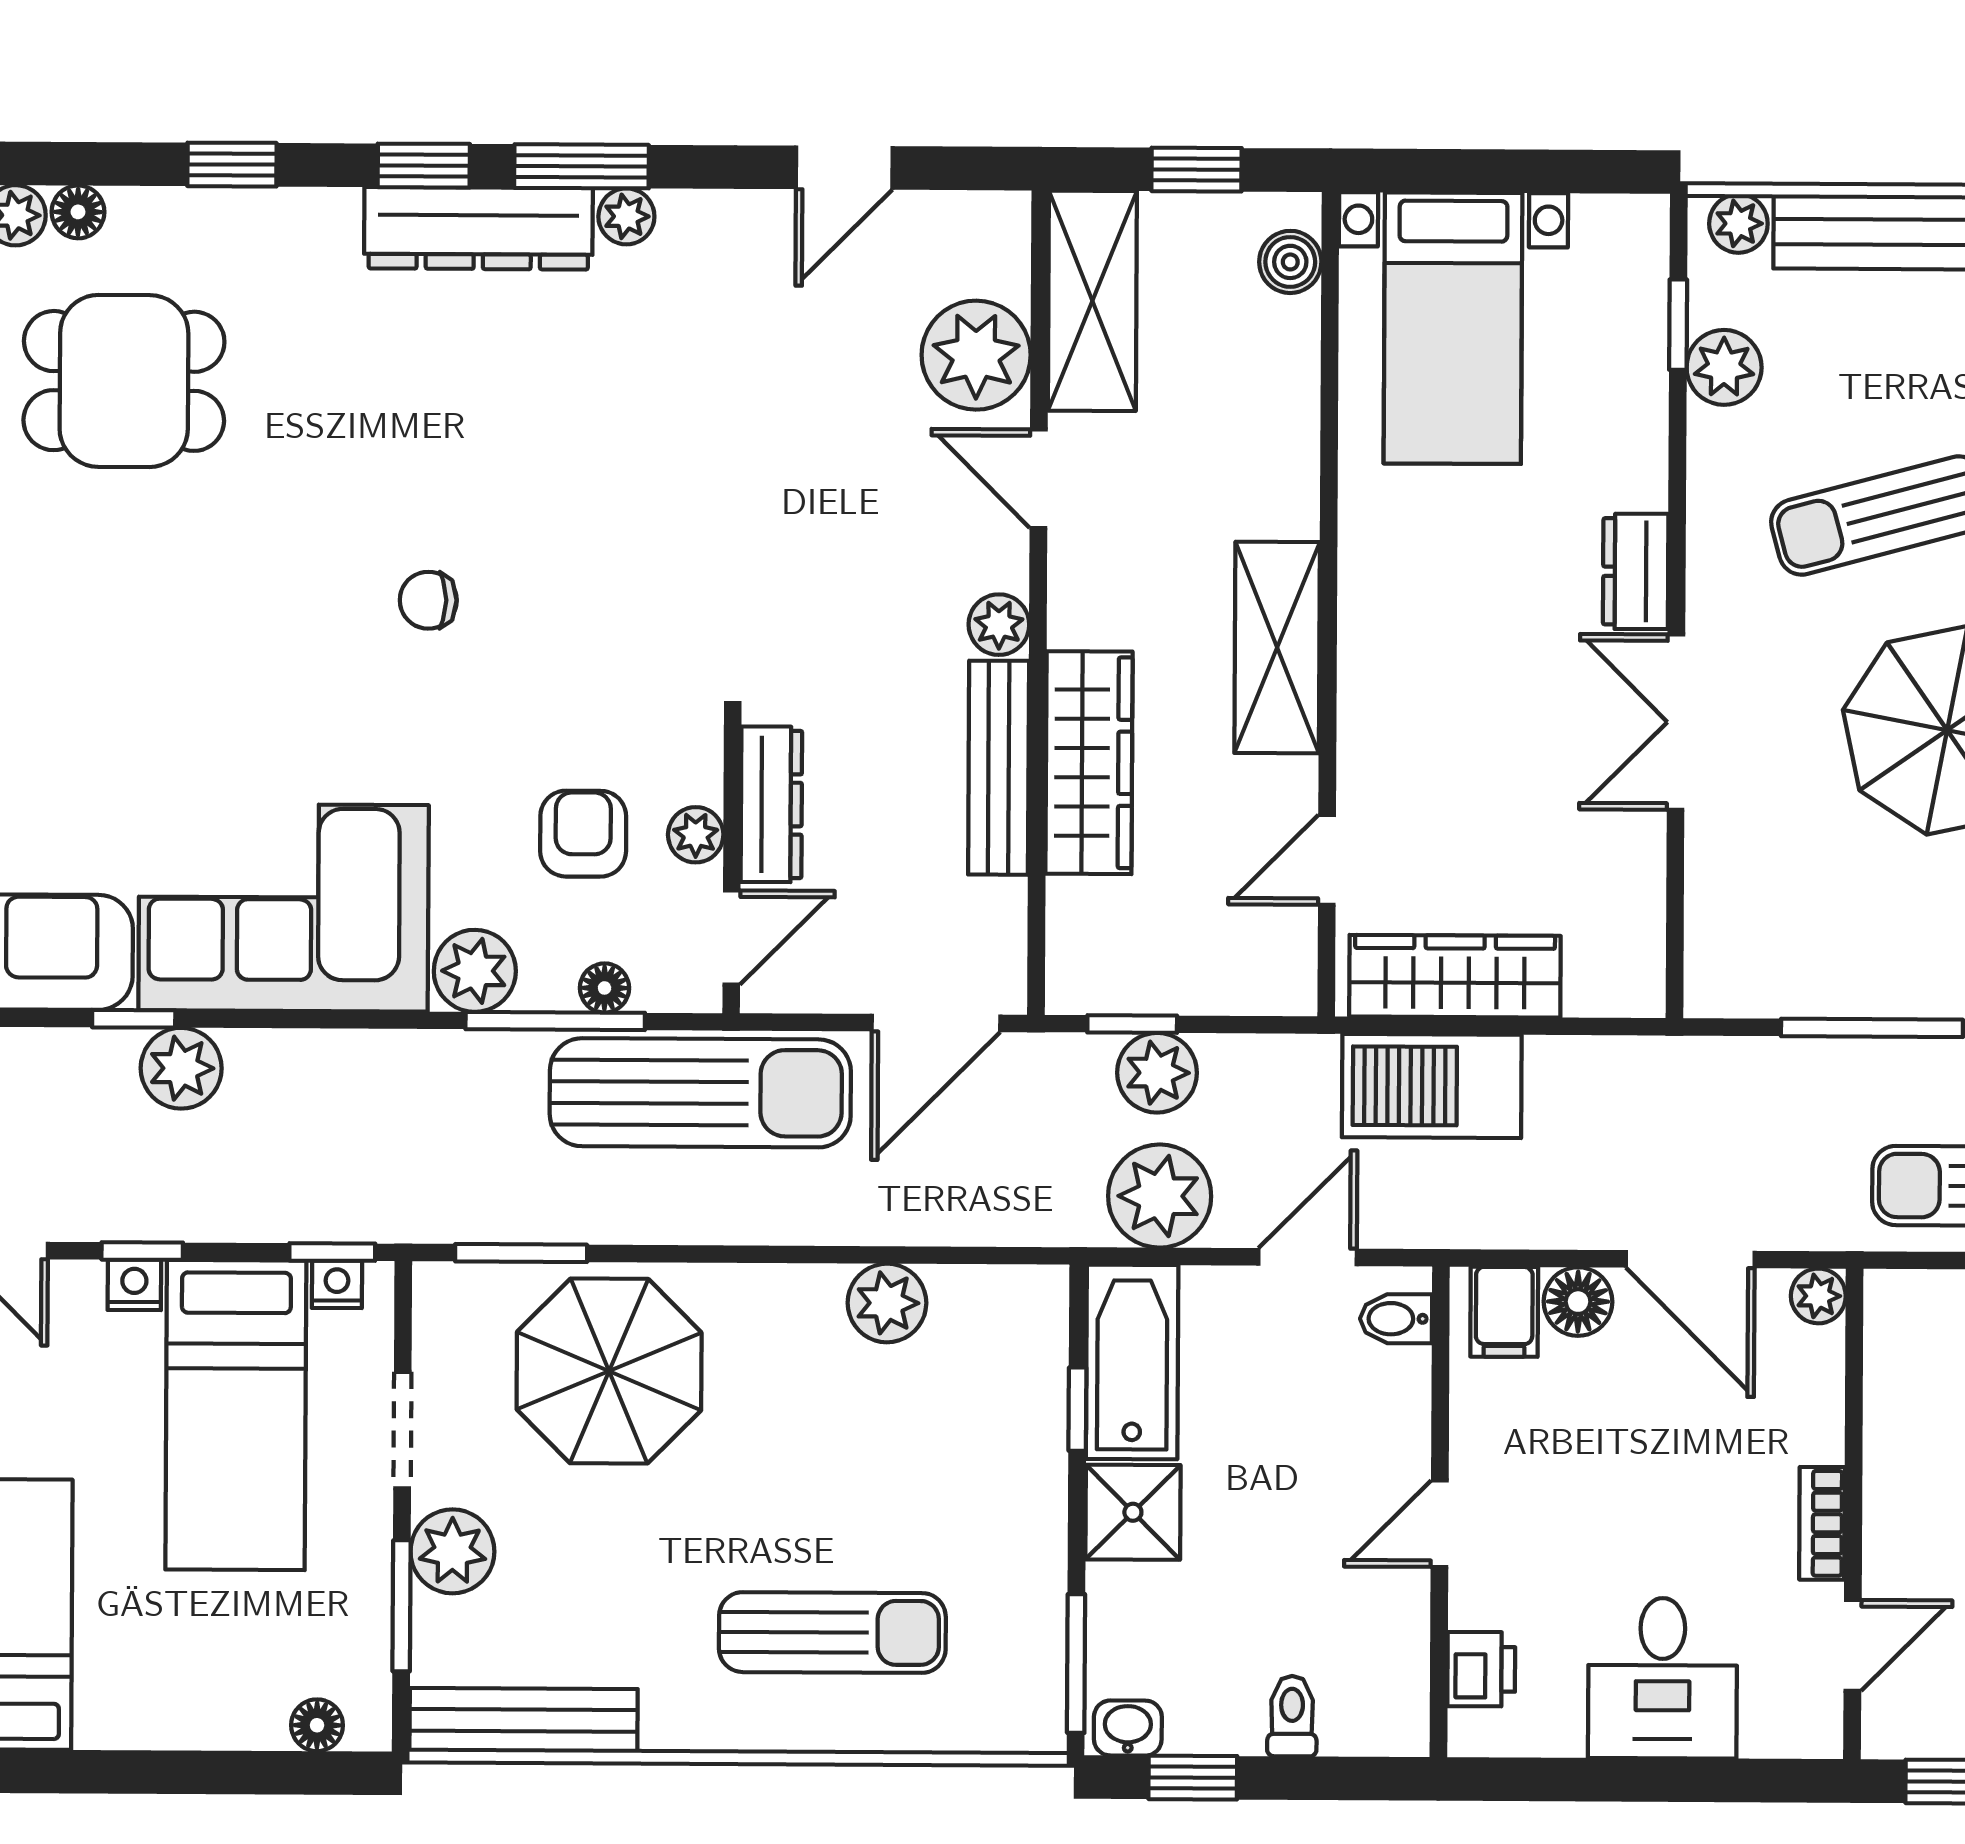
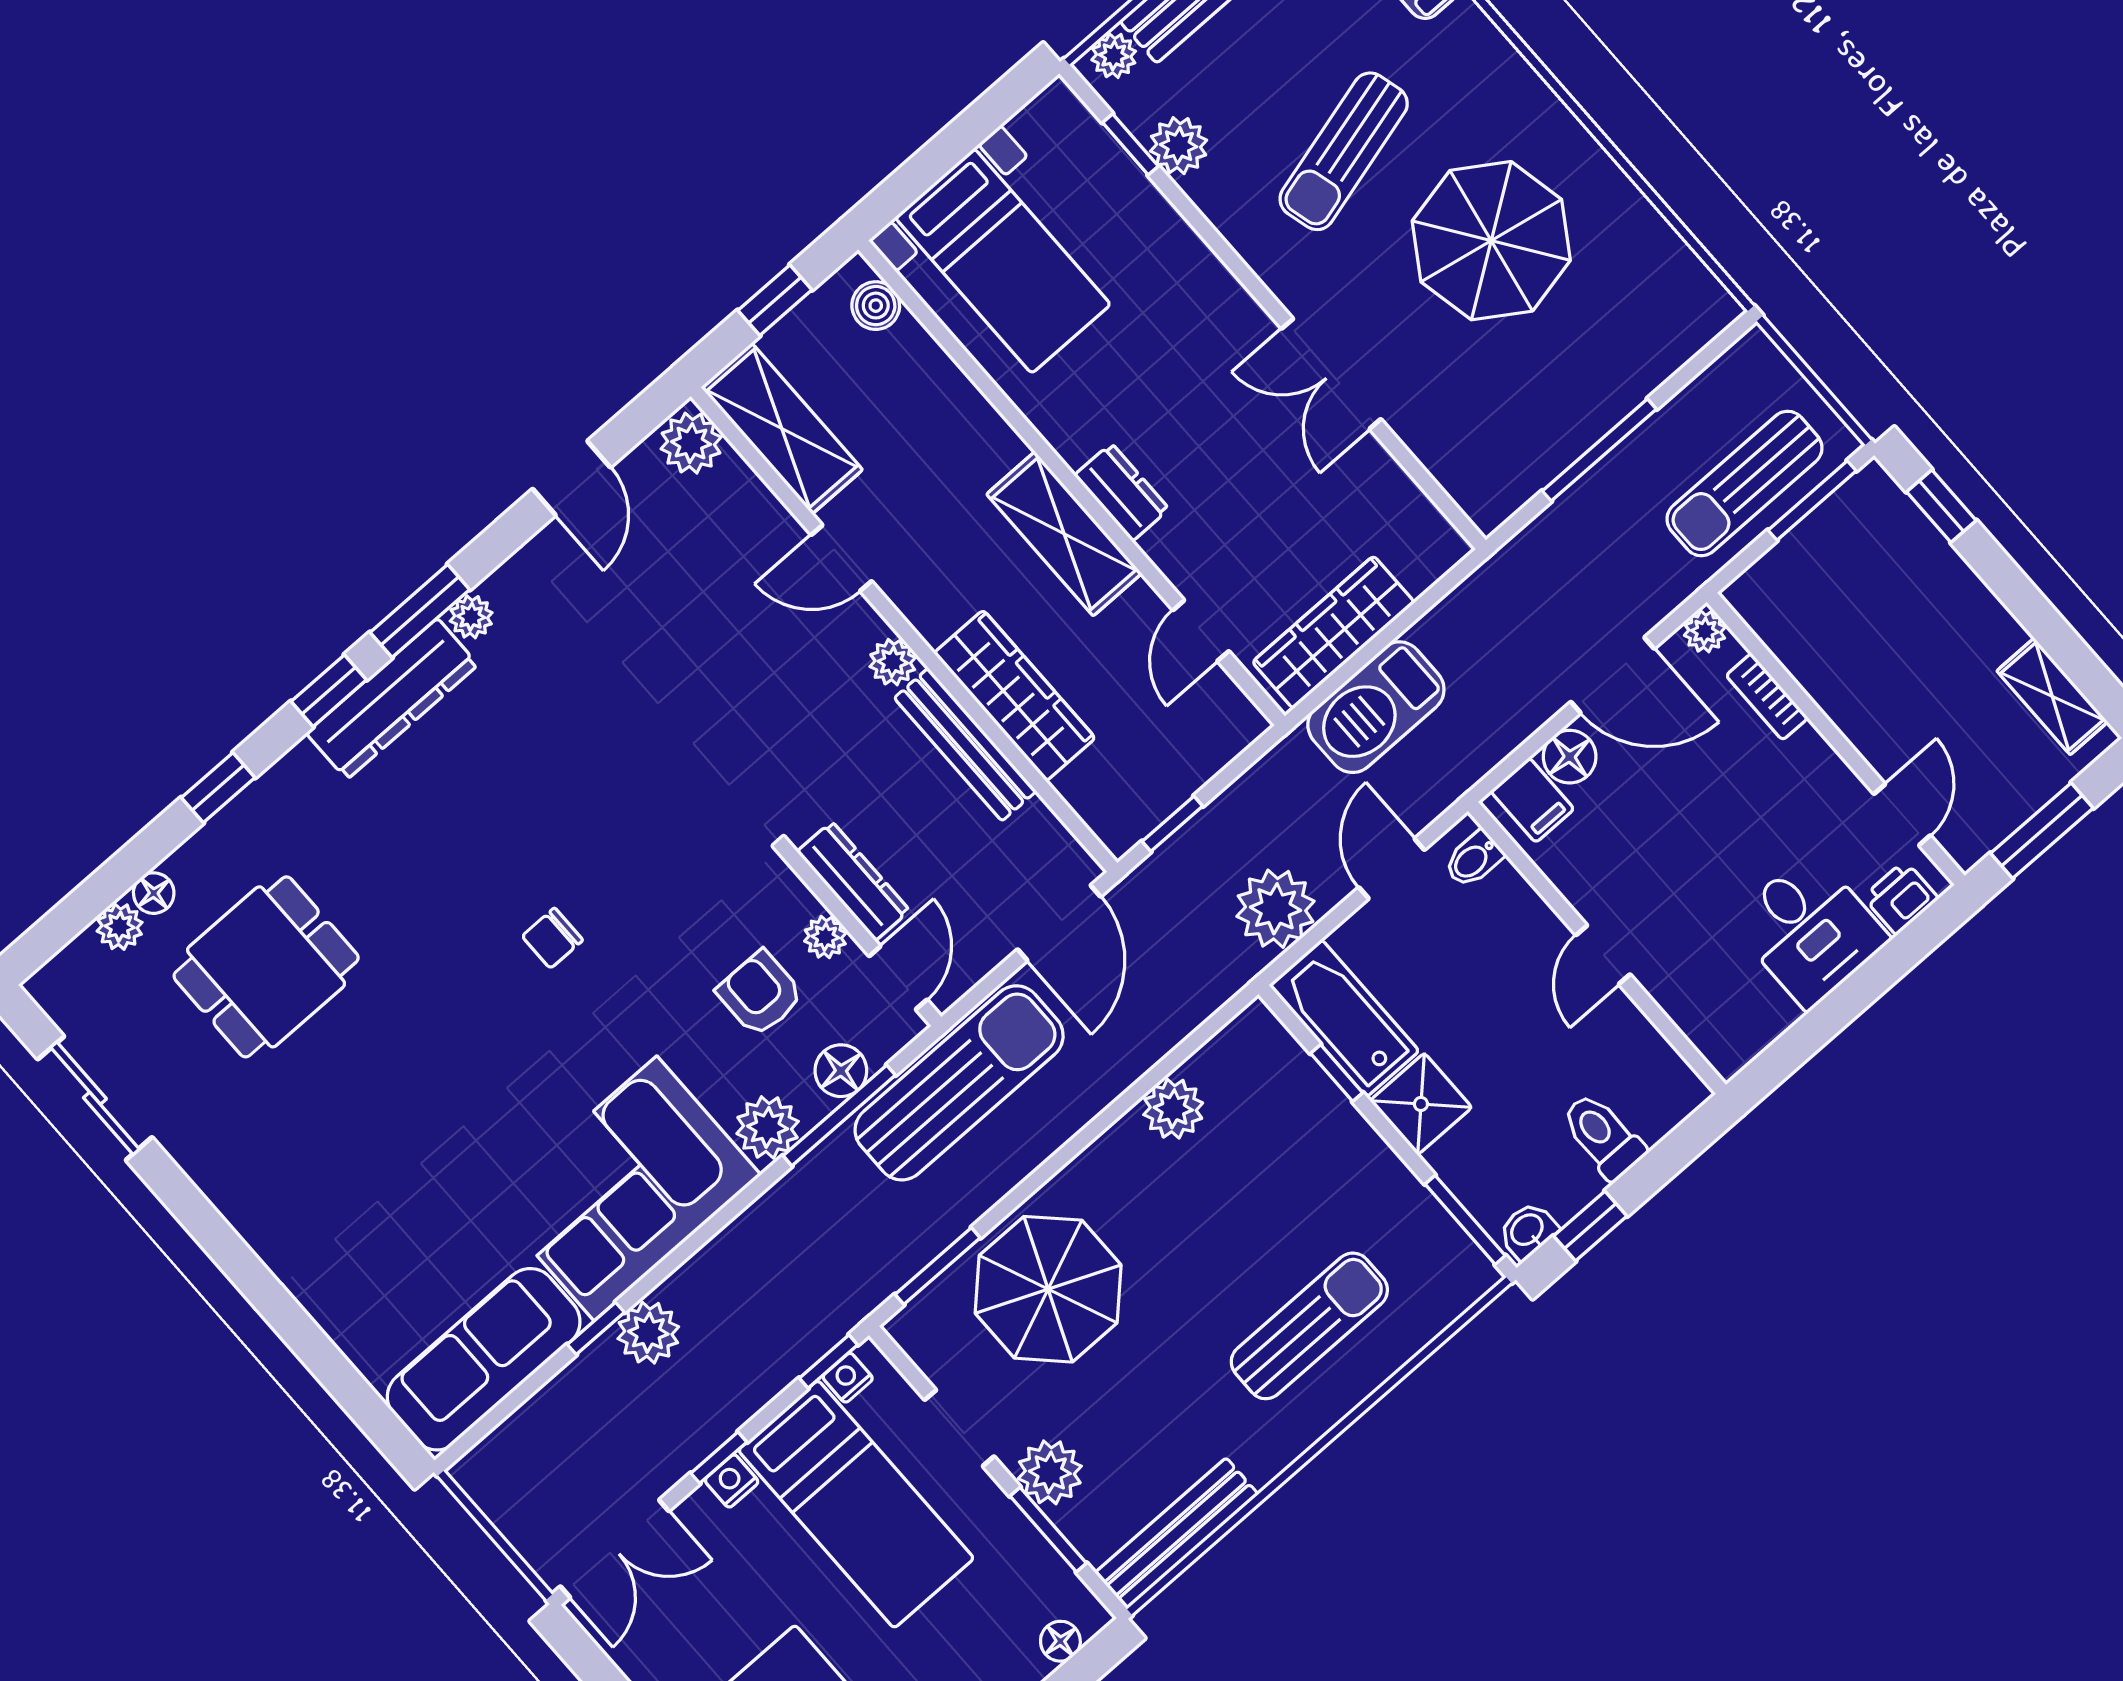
plant: (976, 355) -> (691, 443), moved, width x0.73, depth x0.73
dresser: (1636, 571) -> (1122, 492), moved, turned 180
floor lamp: (605, 988) -> (841, 1071), width x1.37, depth x1.37
plant: (1157, 1073) -> (1211, 839), removed
bookcase: (1822, 1523) -> (1767, 697), moved
printer: (1481, 1669) -> (1901, 898), moved, turned -90
toilet: (1292, 1716) -> (1603, 1136), width x1.37, depth x1.39

